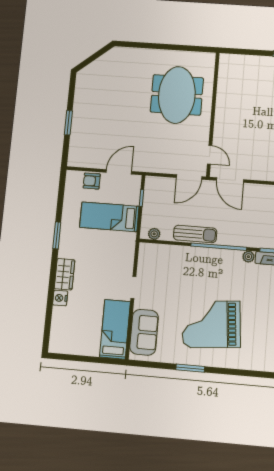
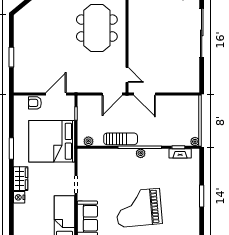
bed: (109, 217) -> (52, 141), width x2.04
plant: (248, 257) -> (141, 153), moved

